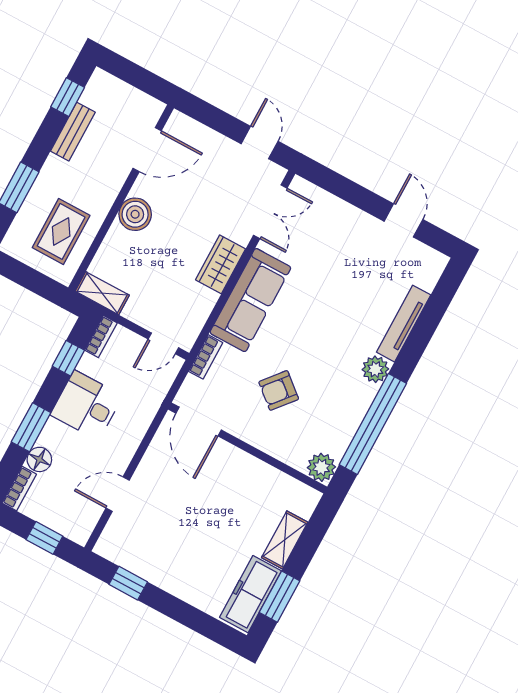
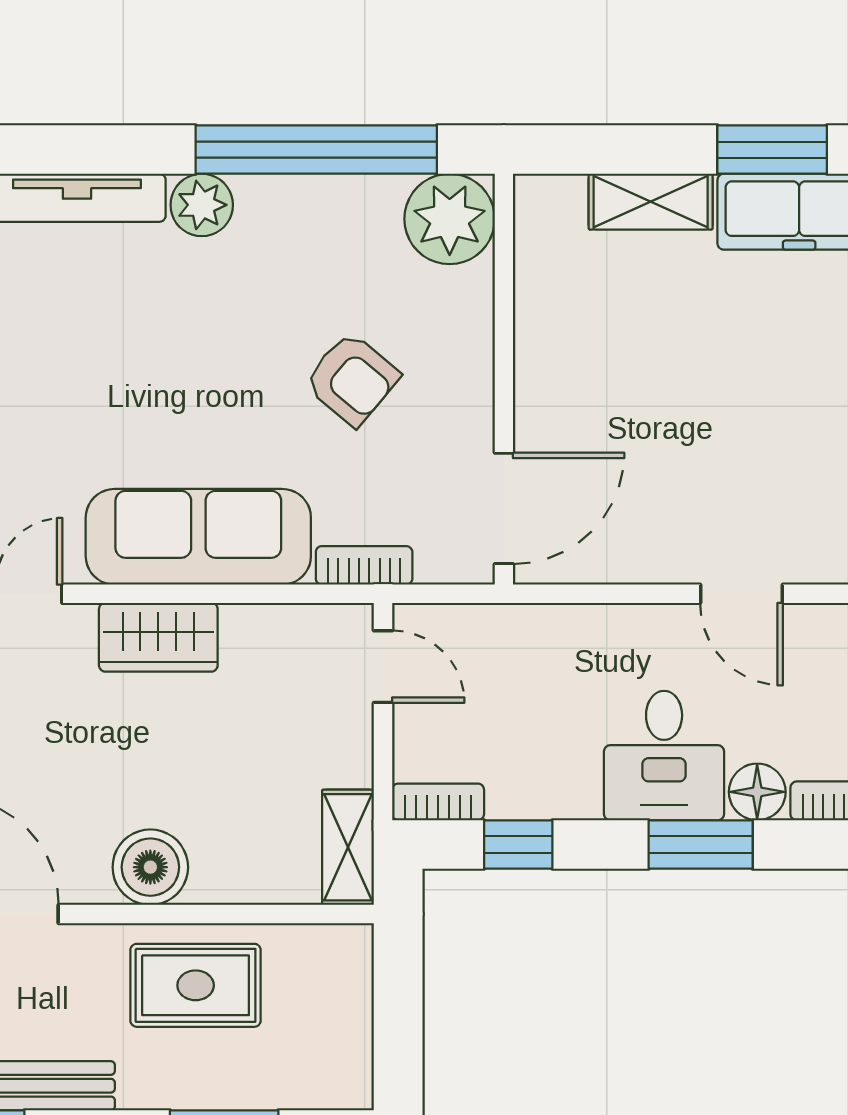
rug: (61, 231) -> (196, 985), moved
desk: (86, 405) -> (664, 756), moved
plant: (321, 467) -> (450, 219), width x1.36, depth x1.36

